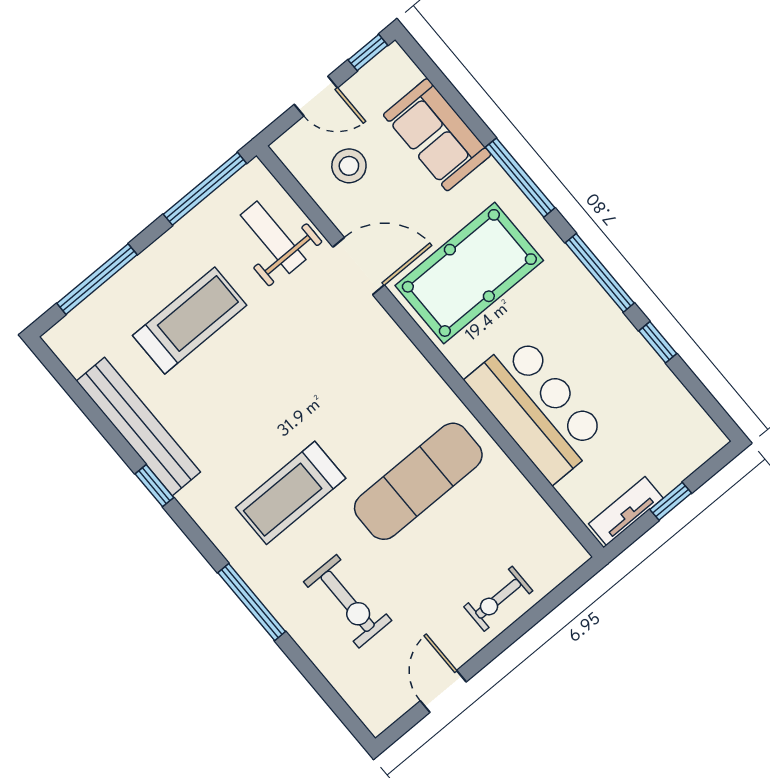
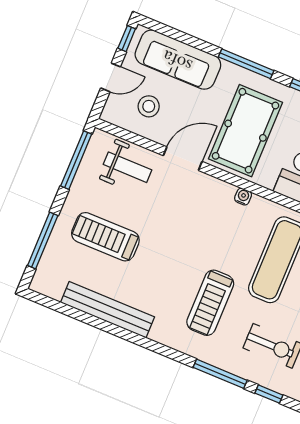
sofa: (437, 135) -> (178, 60), width x1.36
weight bench: (273, 237) -> (127, 167), turned 180
treadmill: (190, 320) -> (105, 237), turned -90
water cooler: (417, 365) -> (243, 197), added
window: (154, 486) -> (269, 394), moved

